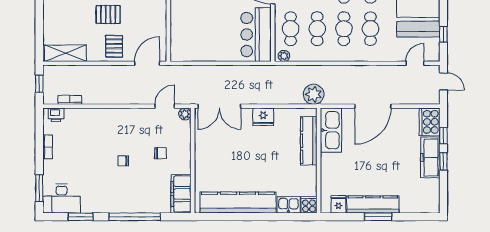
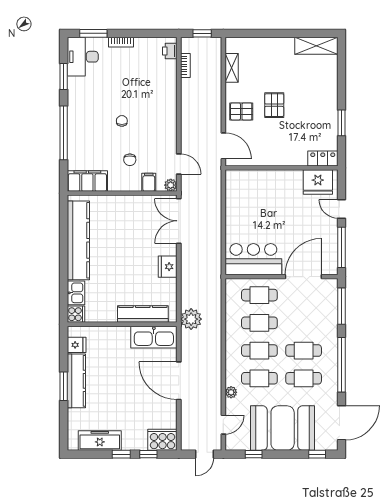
shelving: (65, 53) -> (232, 68), width x0.67, depth x0.75
plant: (284, 56) -> (231, 392), moved
door: (415, 63) -> (223, 425), hinge flipped
filing cabinet: (182, 135) -> (149, 182), added
bookcase: (48, 147) -> (121, 42), moved
freezer: (430, 157) -> (100, 441), moved

